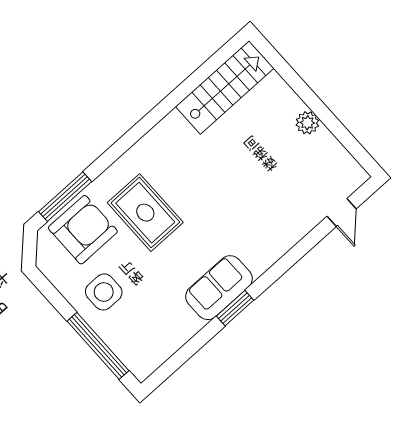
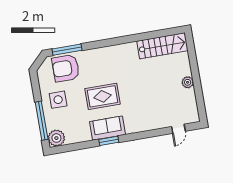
rug: (145, 213) -> (103, 96), moved, turned 90
armchair: (83, 230) -> (66, 68), turned 180
plant: (142, 360) -> (56, 138), added

